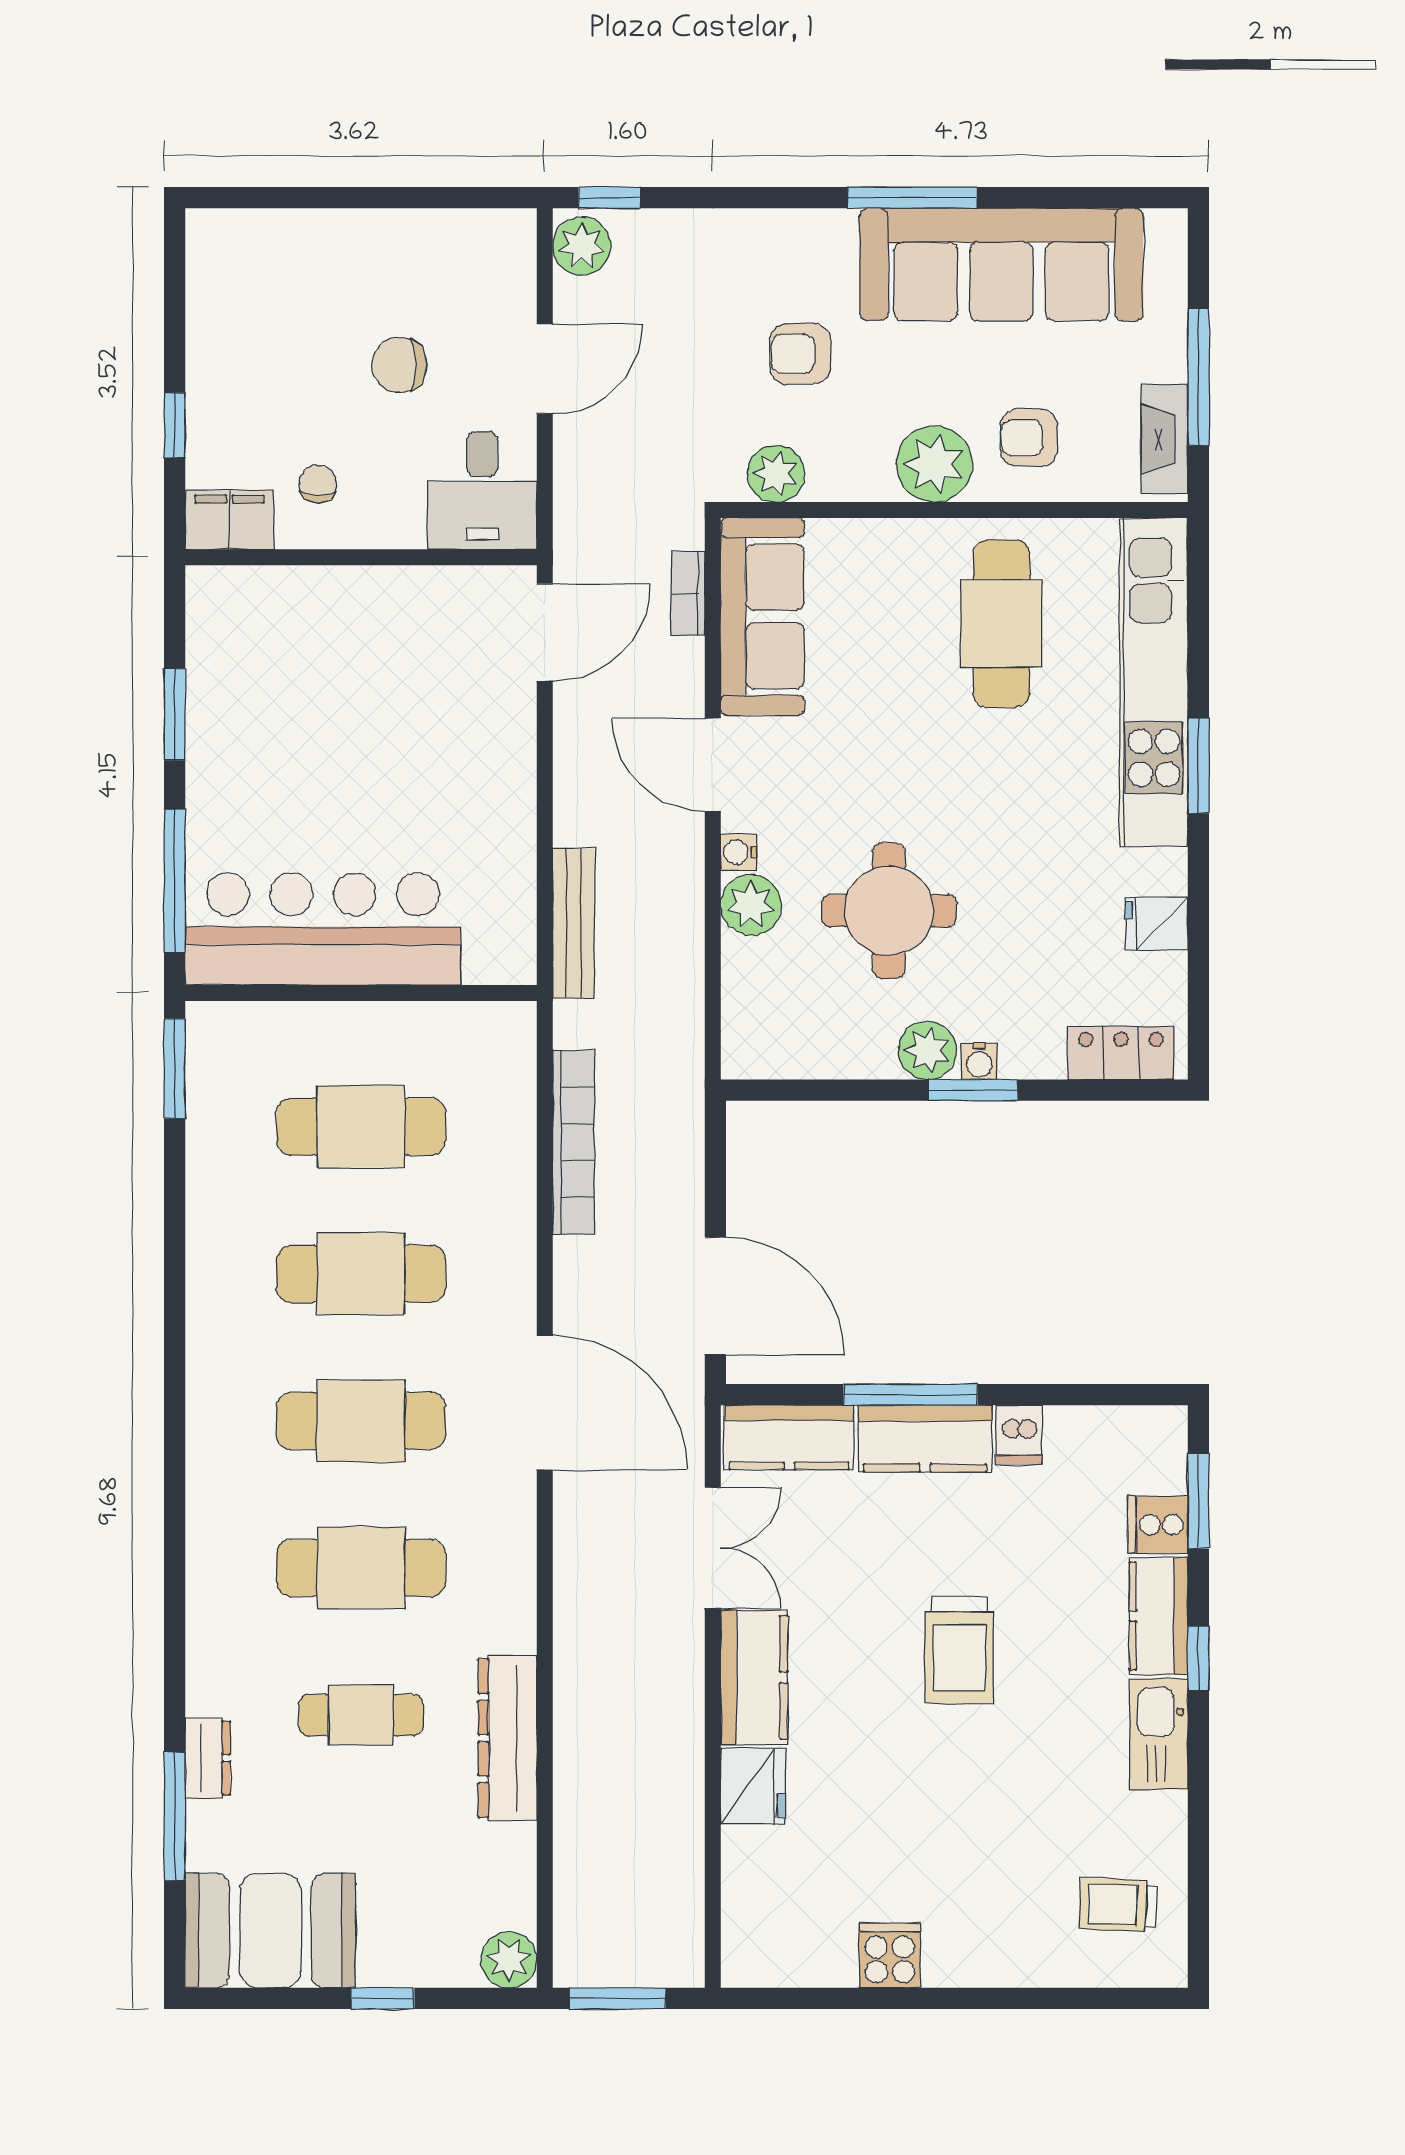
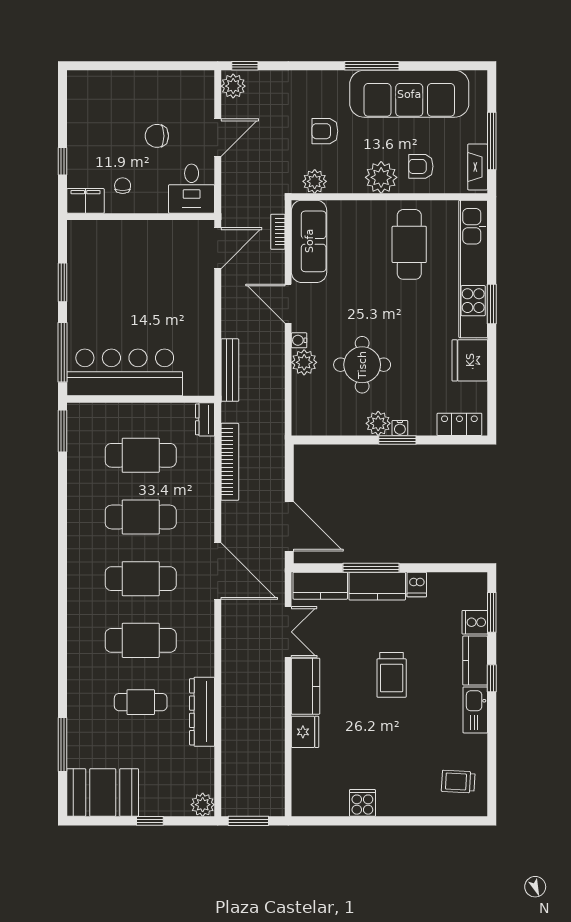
fridge: (1156, 924) -> (470, 360), width x1.88, depth x1.34
dresser: (208, 1758) -> (205, 419), moved, turned 180

